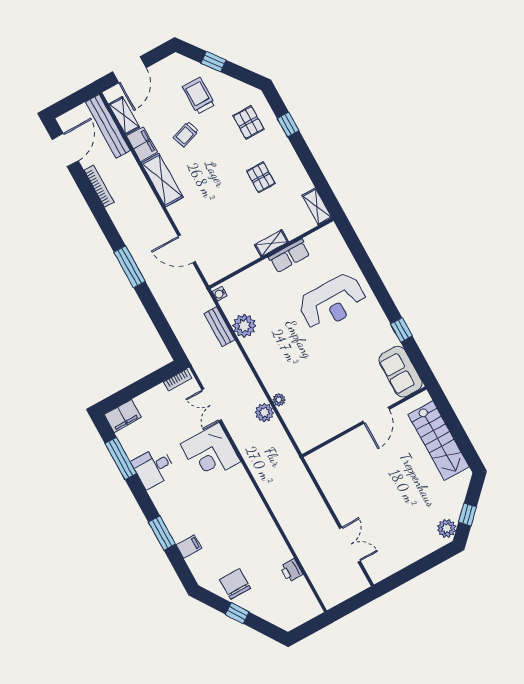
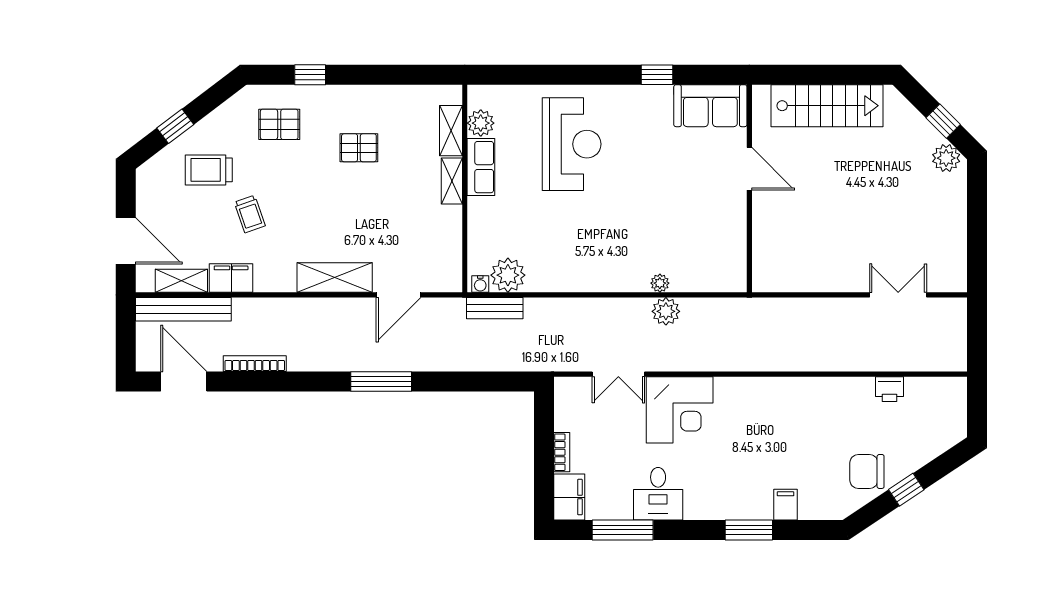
shelving: (162, 180) -> (335, 277), moved
shelving: (317, 207) -> (451, 131), moved, turned 90
plant: (315, 241) -> (481, 123), added
plant: (244, 326) -> (508, 275), moved
bench: (219, 327) -> (495, 308), moved
bookcase: (178, 380) -> (562, 452), moved

